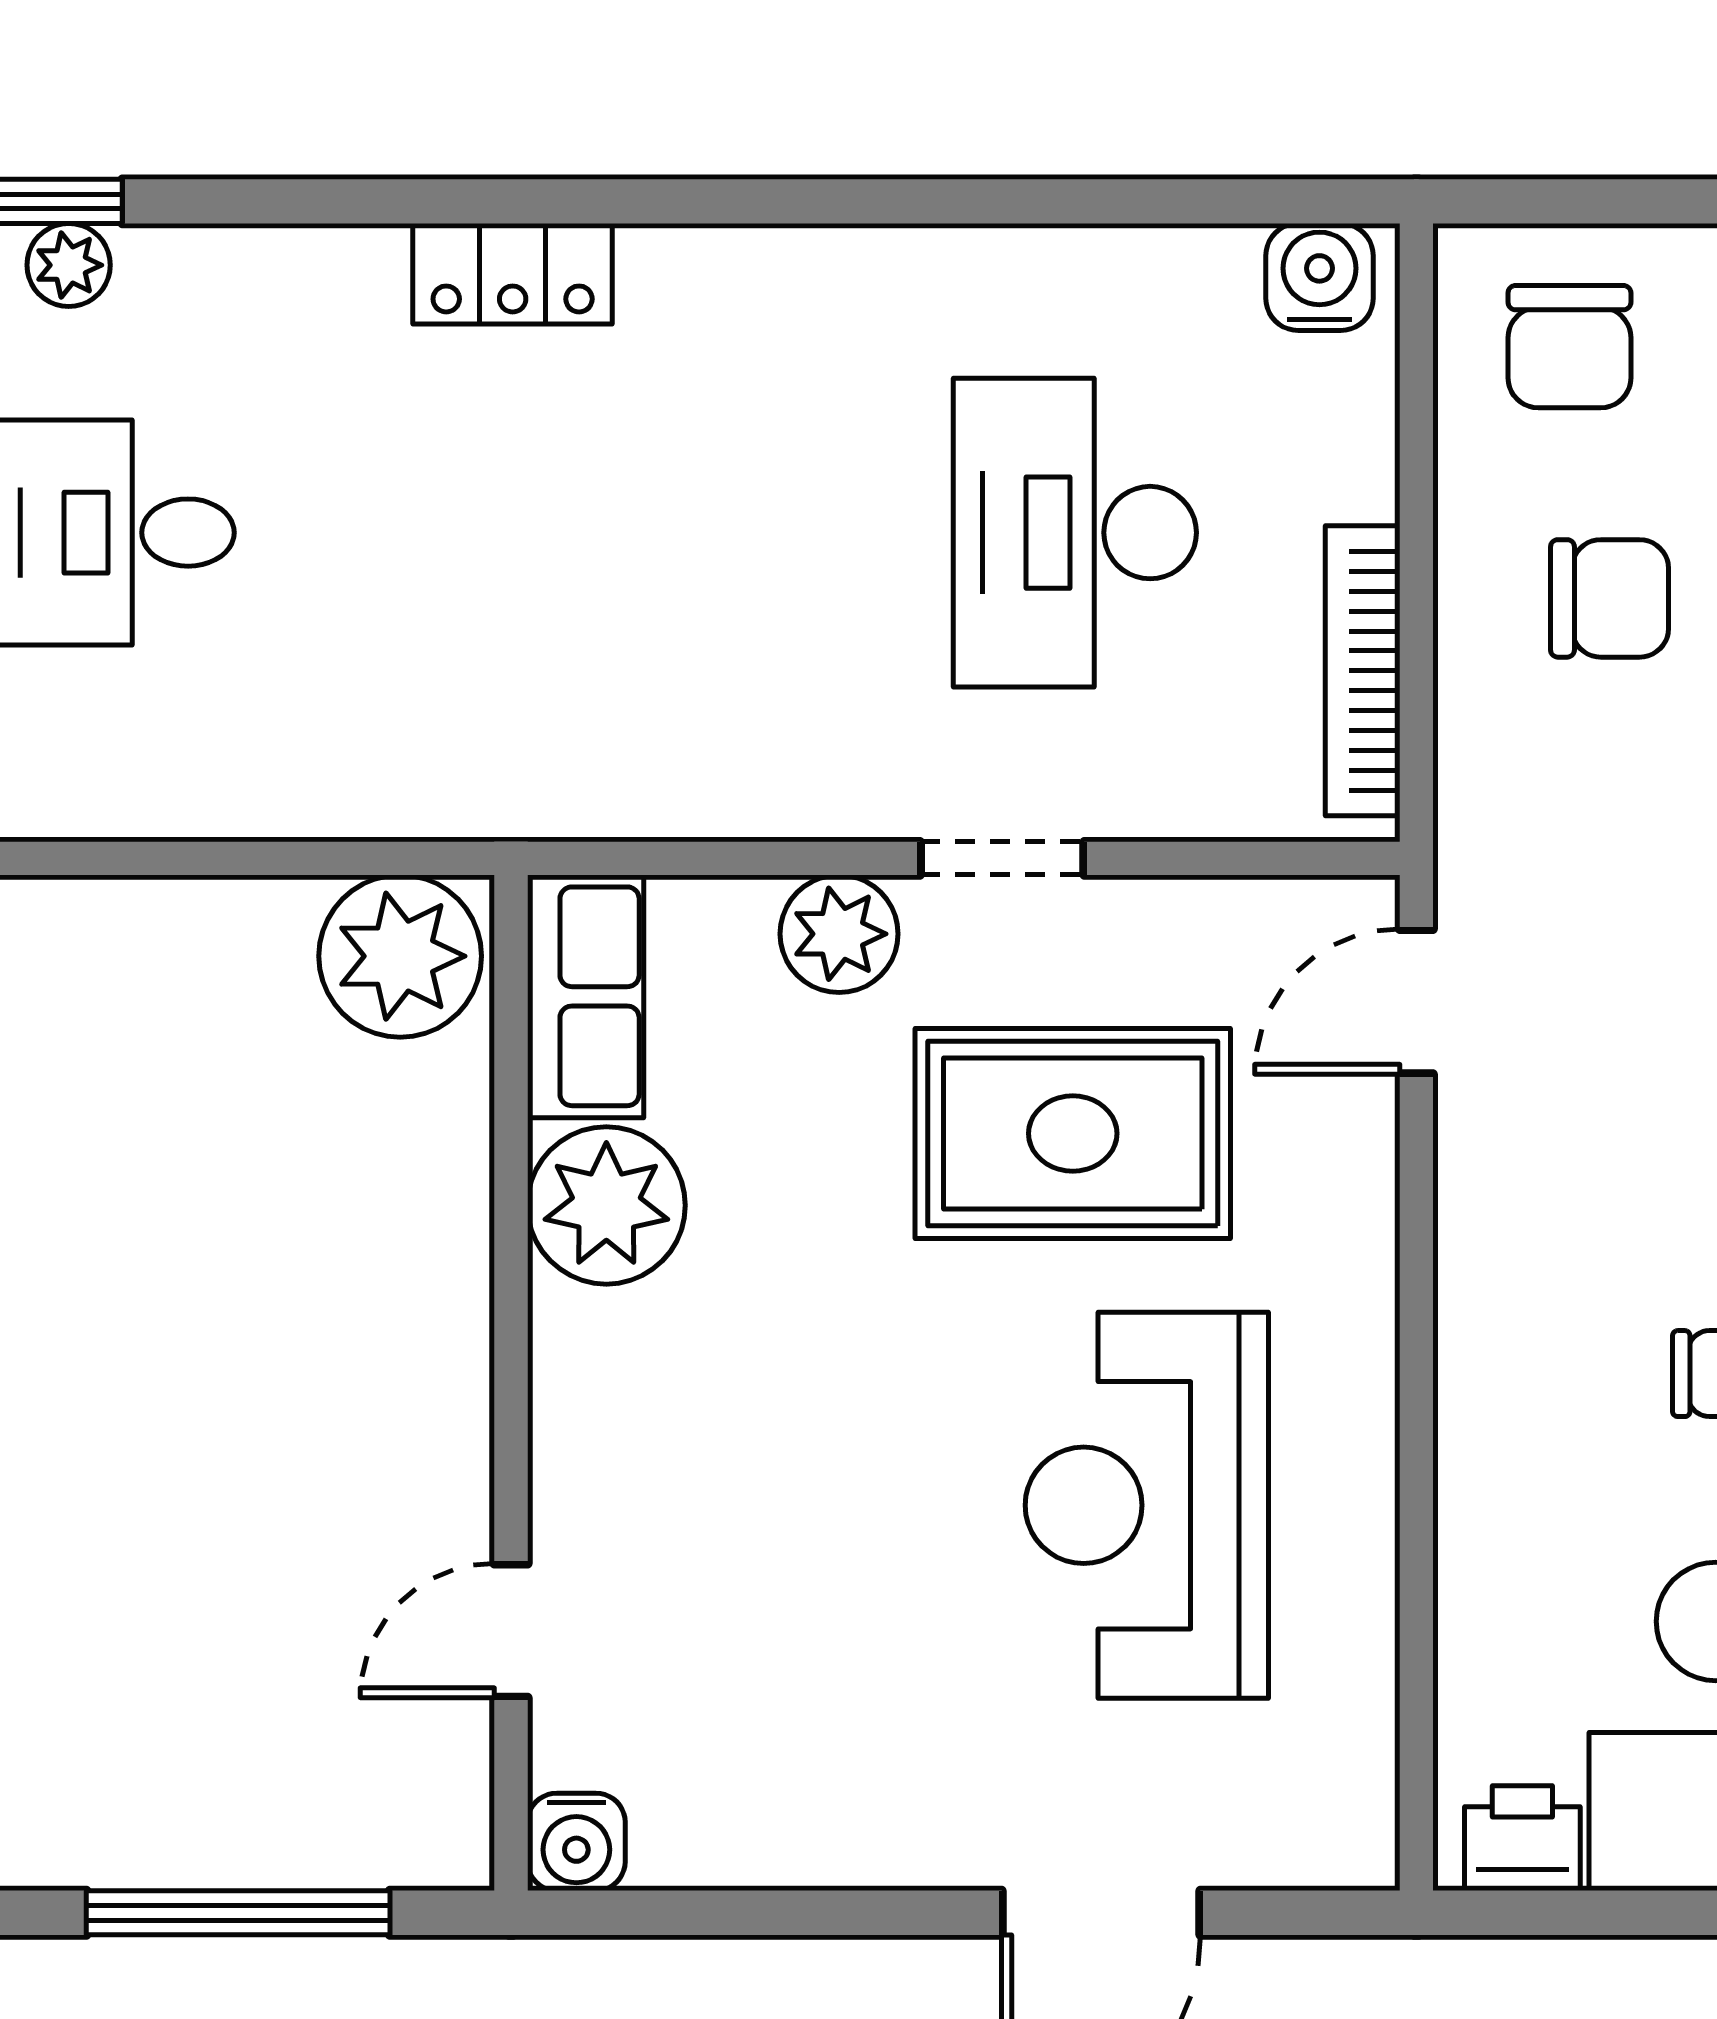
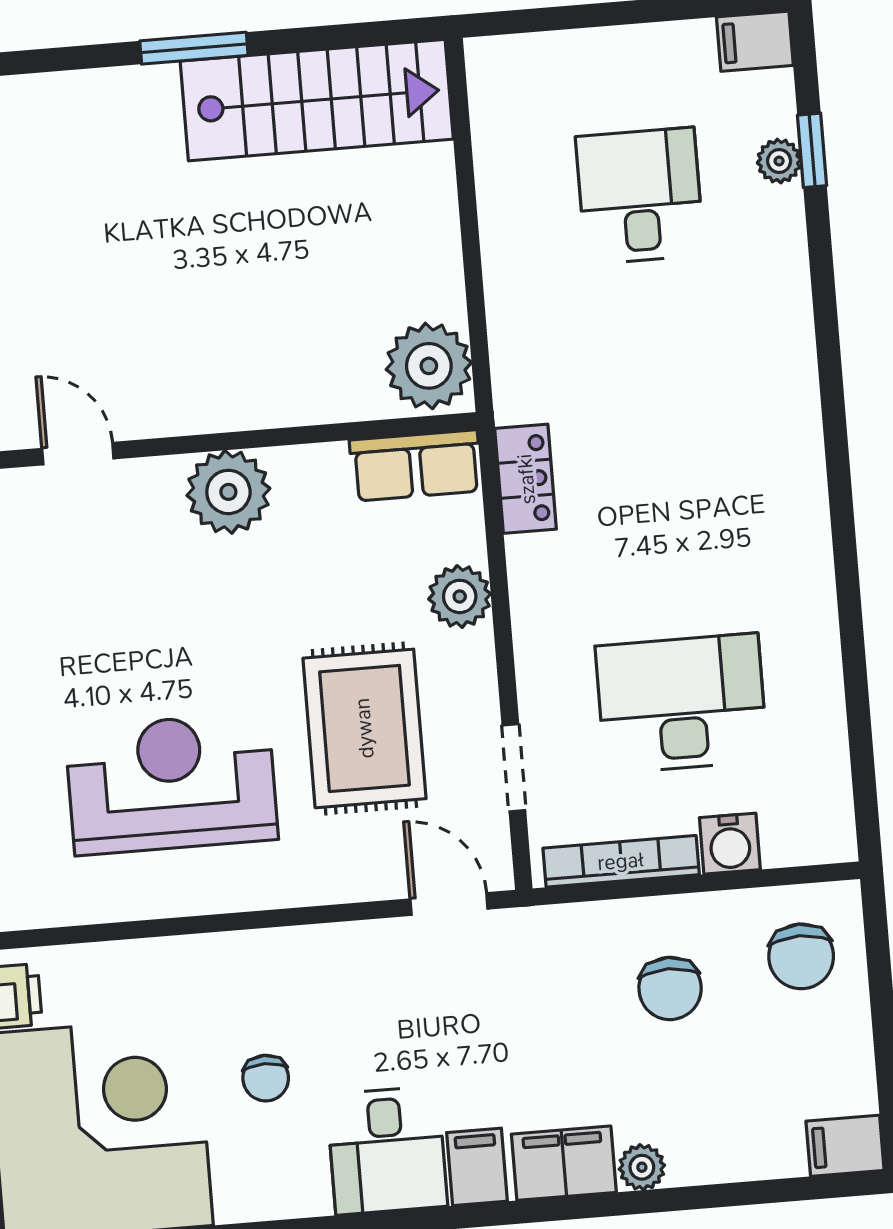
locker: (513, 274) -> (526, 479), moved, turned 180
water cooler: (1319, 277) -> (730, 844), moved, turned 90
chair: (1569, 347) -> (801, 956), turned -90
doorway: (1002, 858) -> (514, 768), moved
plant: (606, 1205) -> (228, 492), moved

